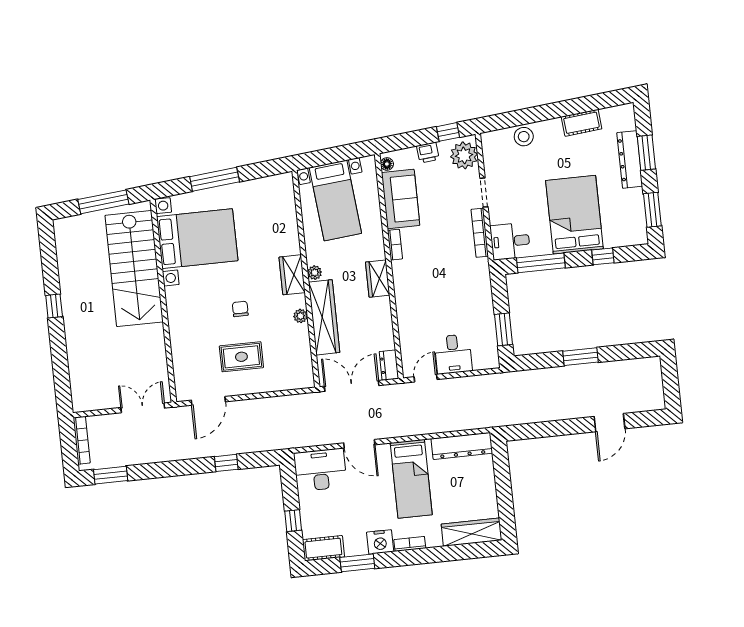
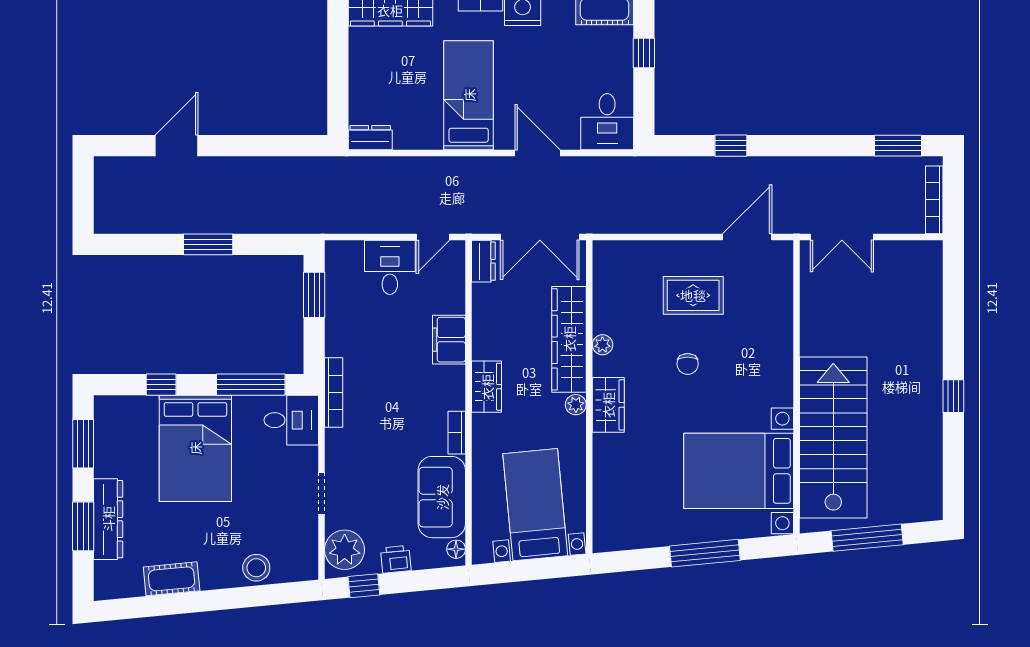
bookcase: (480, 233) -> (334, 392), moved
filing cabinet: (407, 308) -> (449, 340), added
dresser: (462, 446) -> (370, 138), width x0.51, depth x0.80
desk: (320, 470) -> (607, 122), width x0.73

